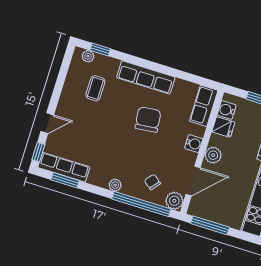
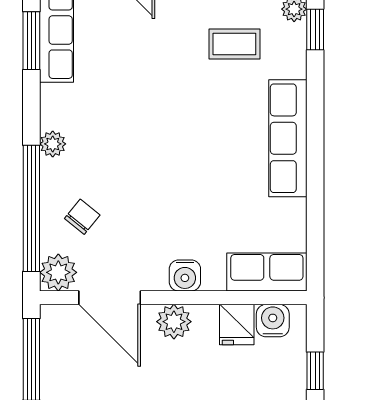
chair: (148, 120) -> (205, 169), removed

